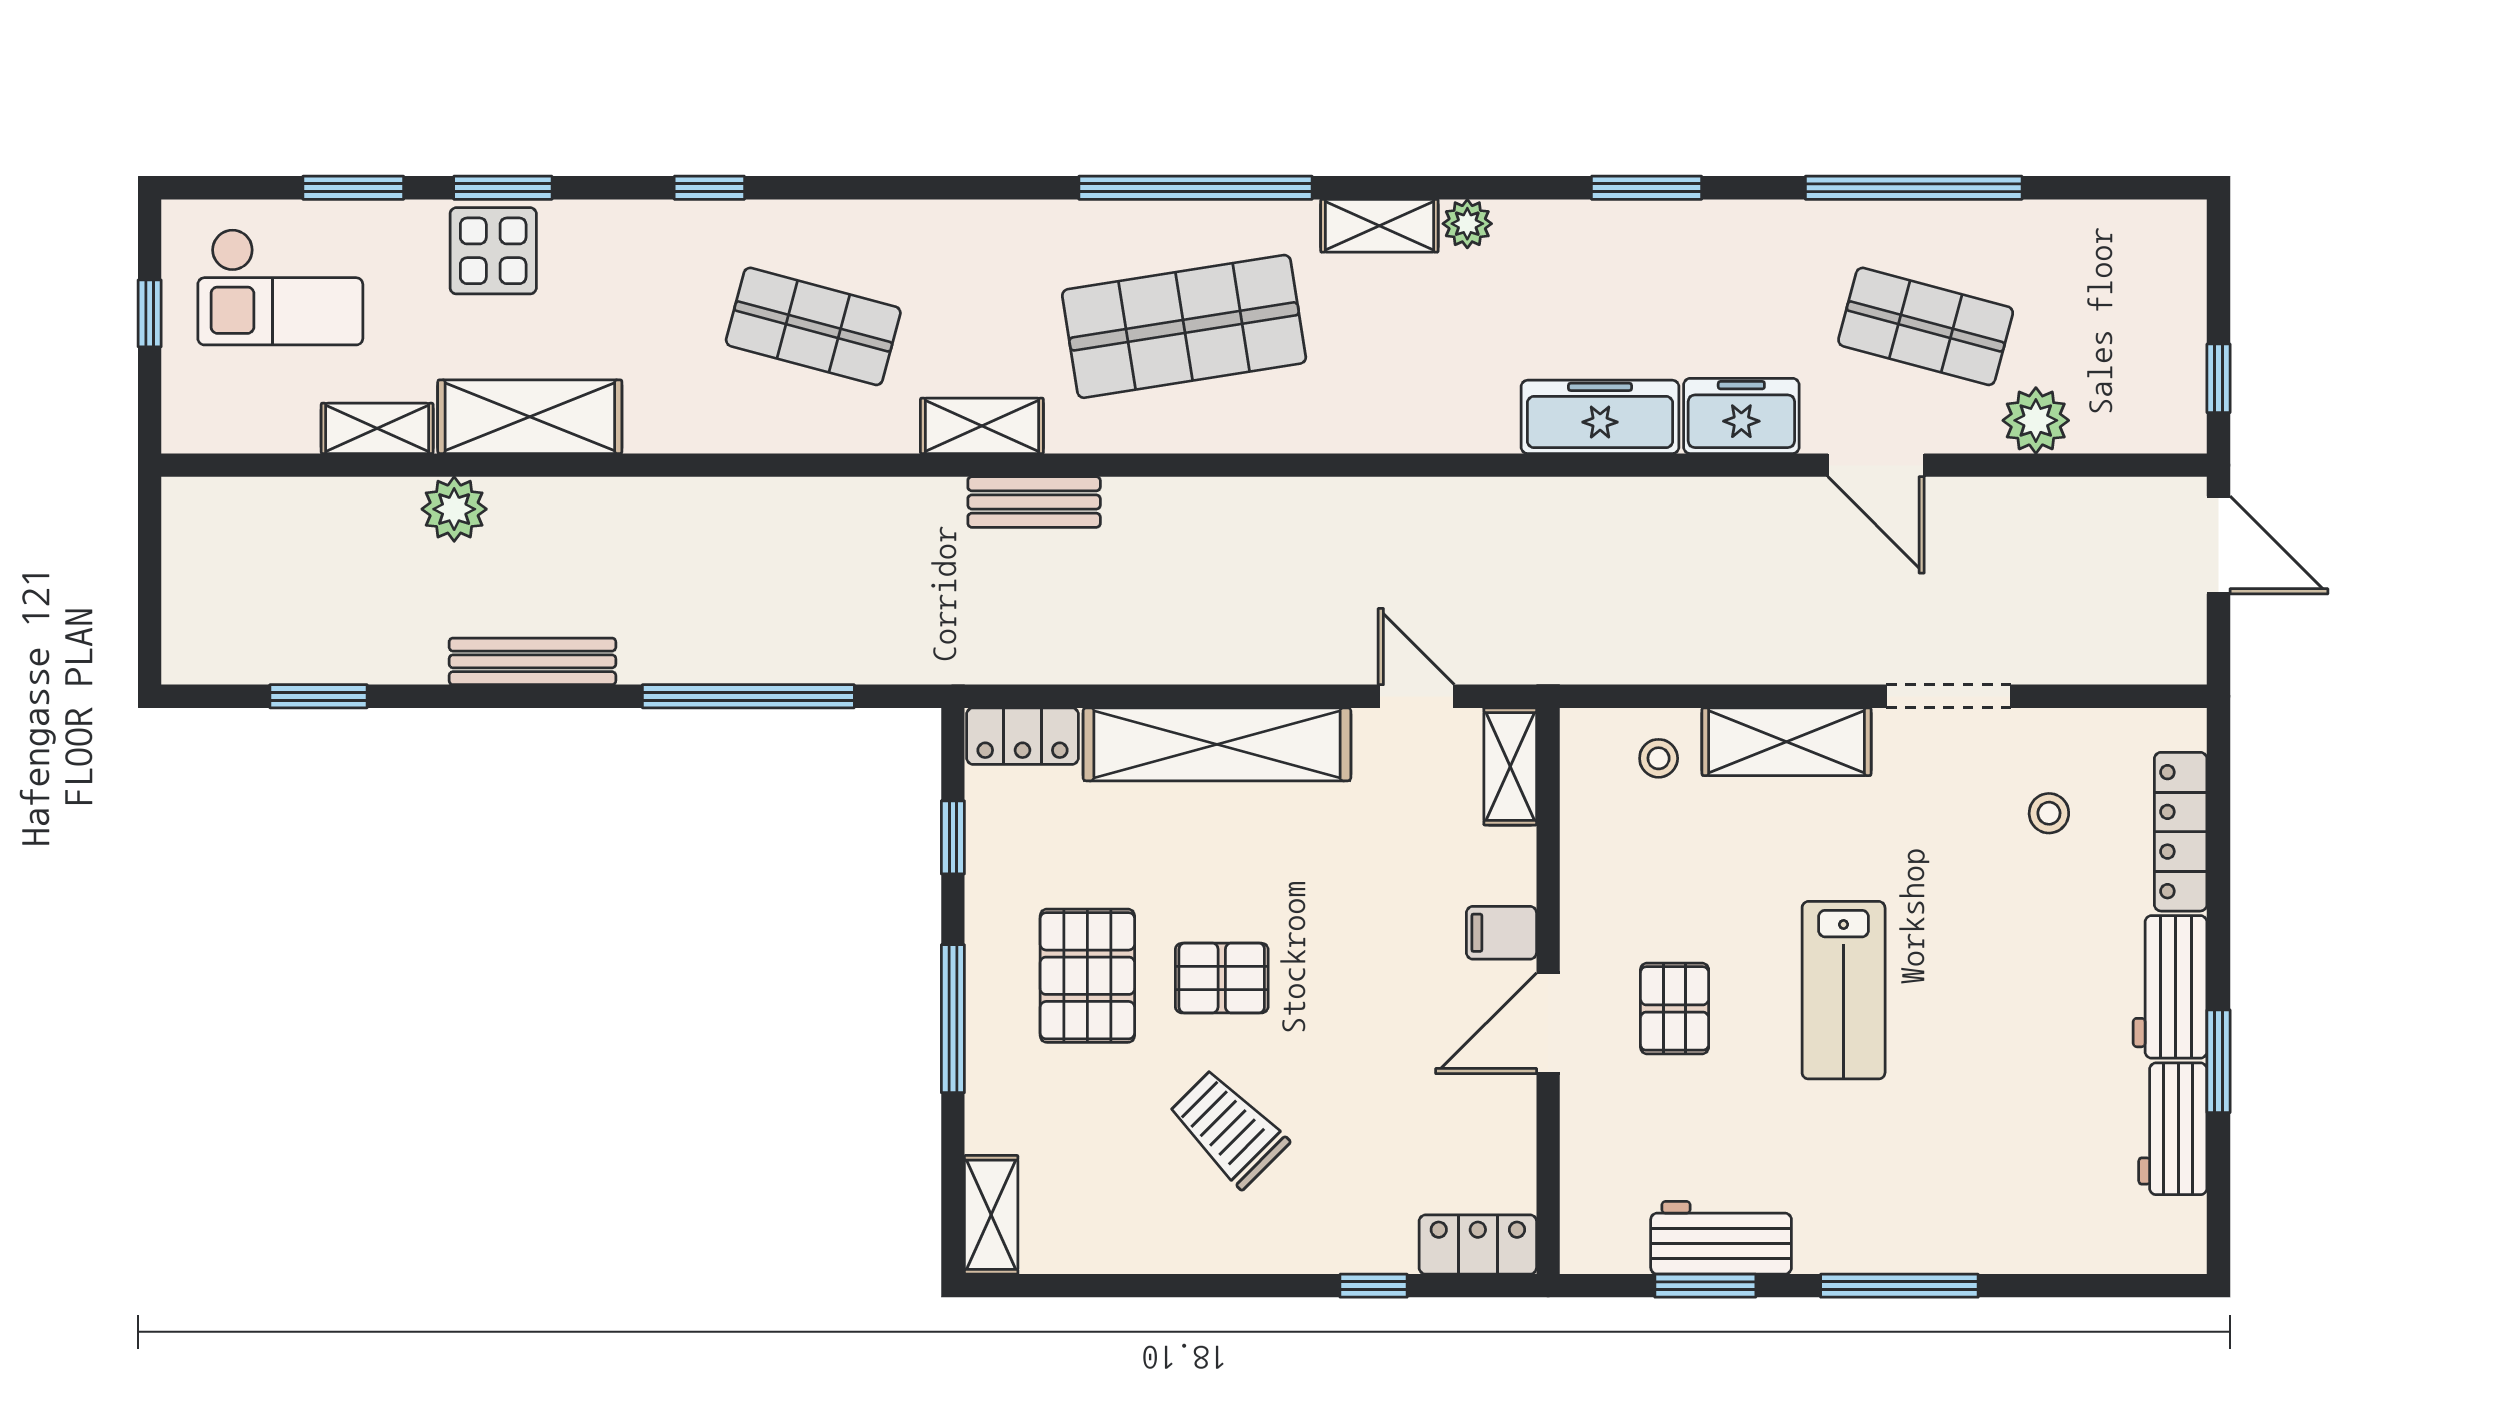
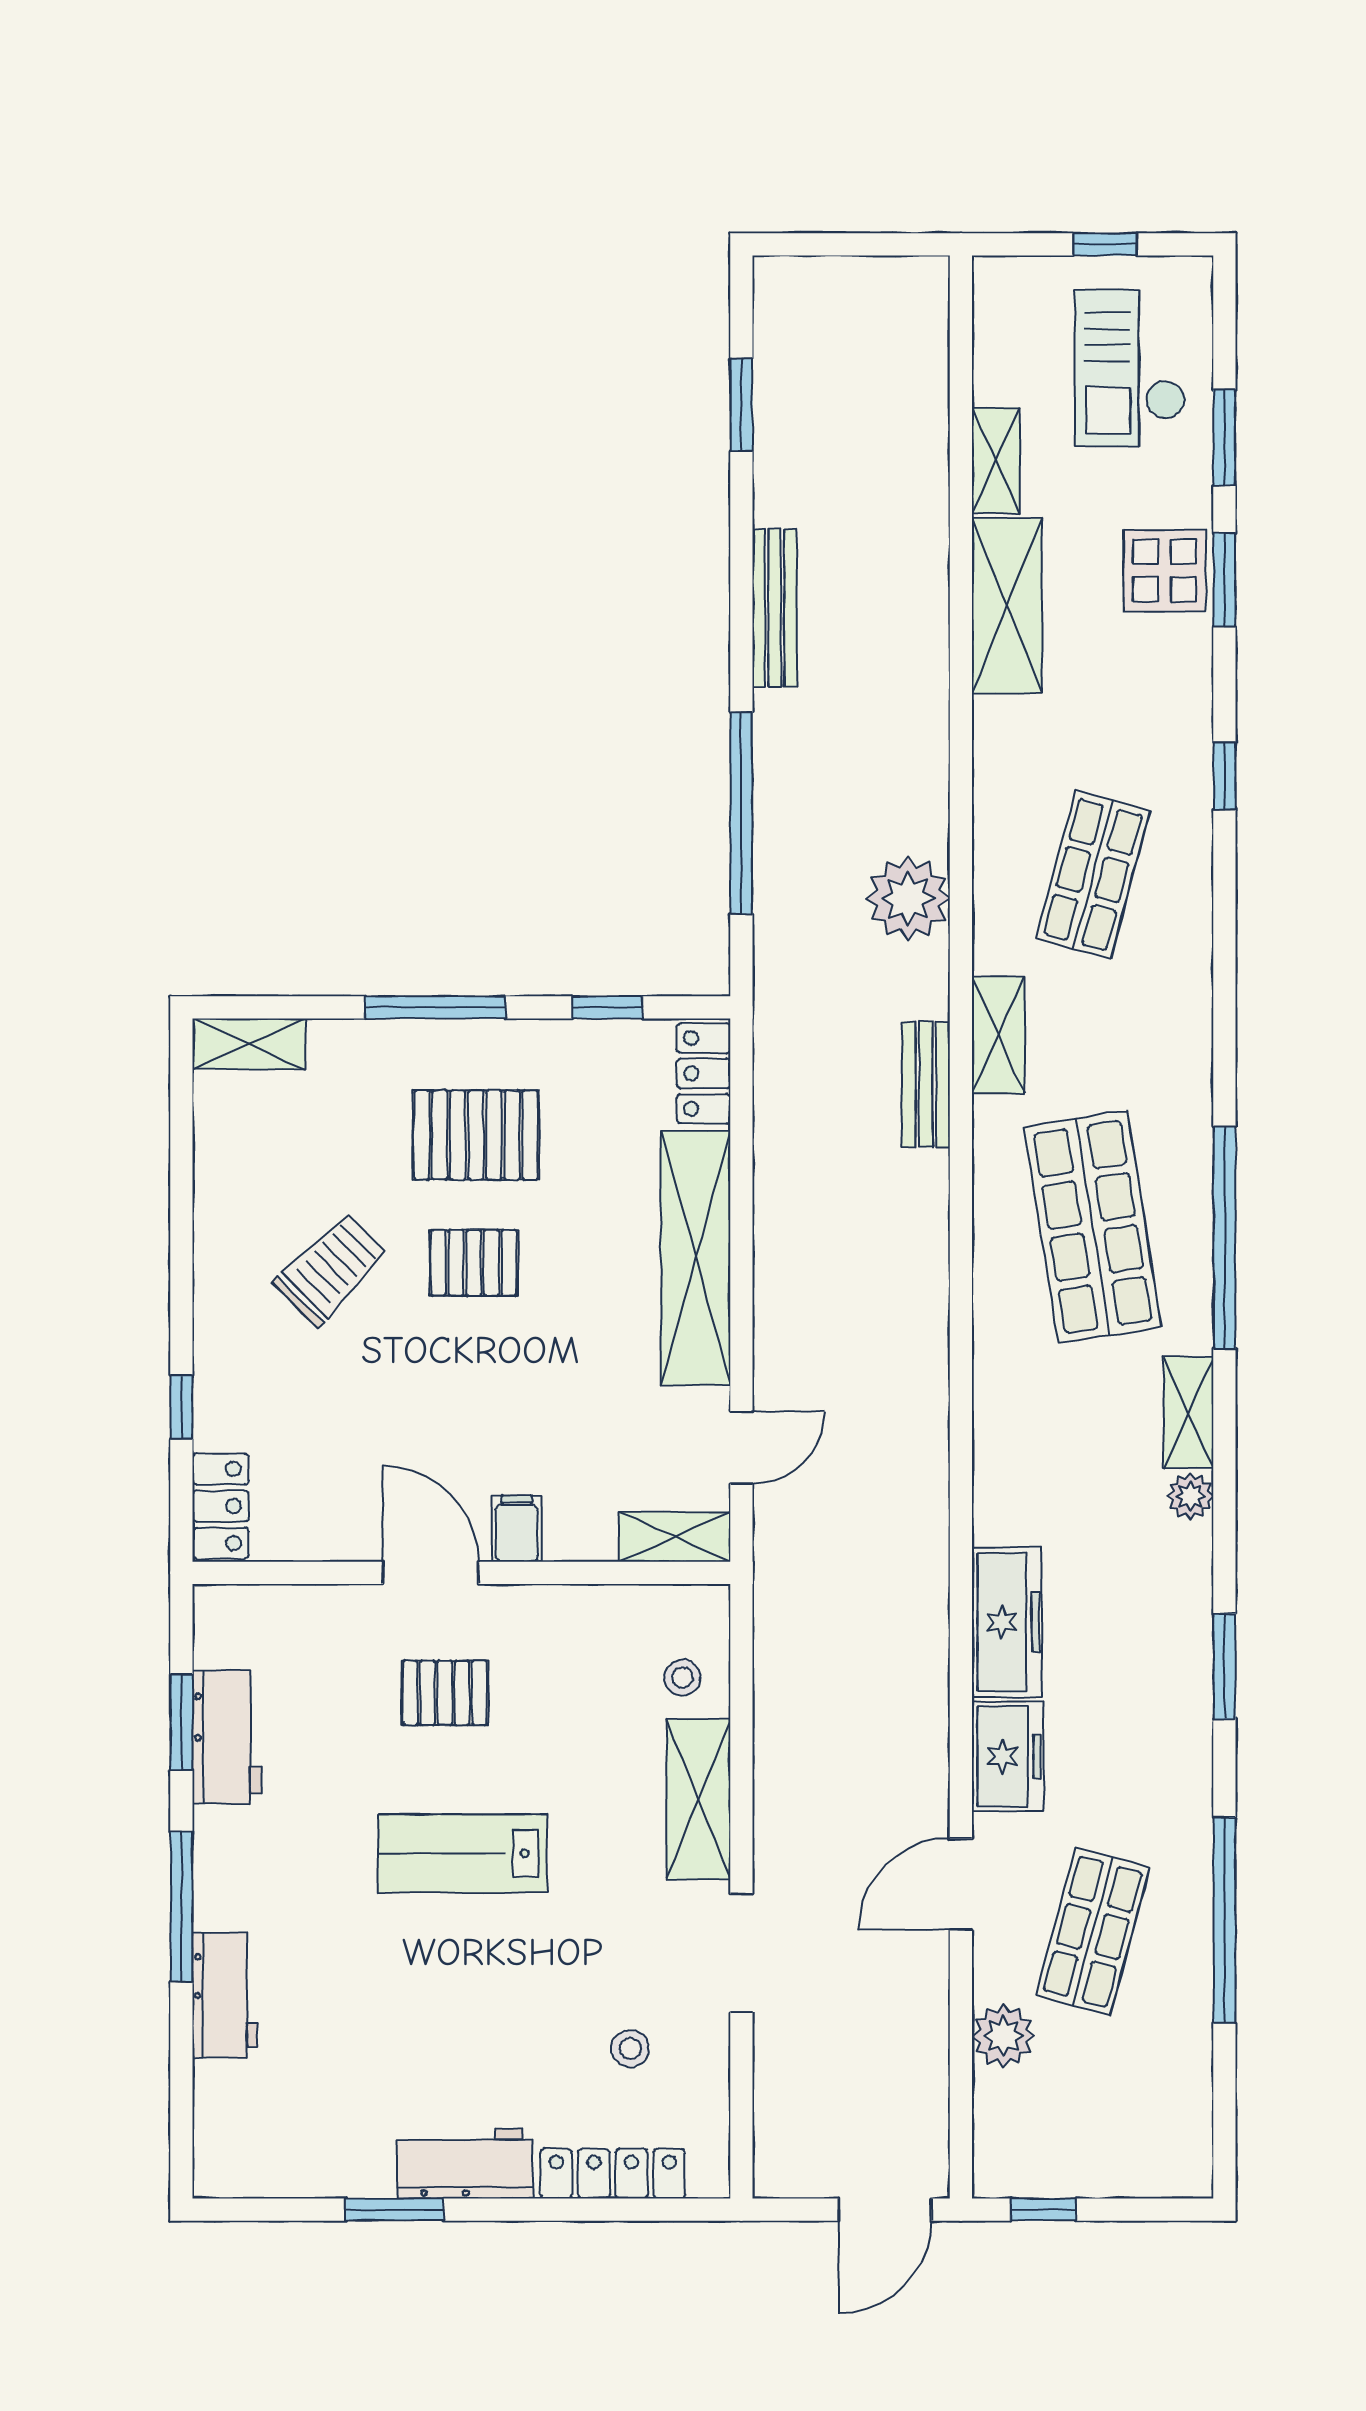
plant: (454, 509) -> (908, 898), moved, width x1.36, depth x1.36
pallet: (1222, 978) -> (474, 1263), turned 90
workbench: (2173, 1129) -> (225, 1995), moved, turned 90

